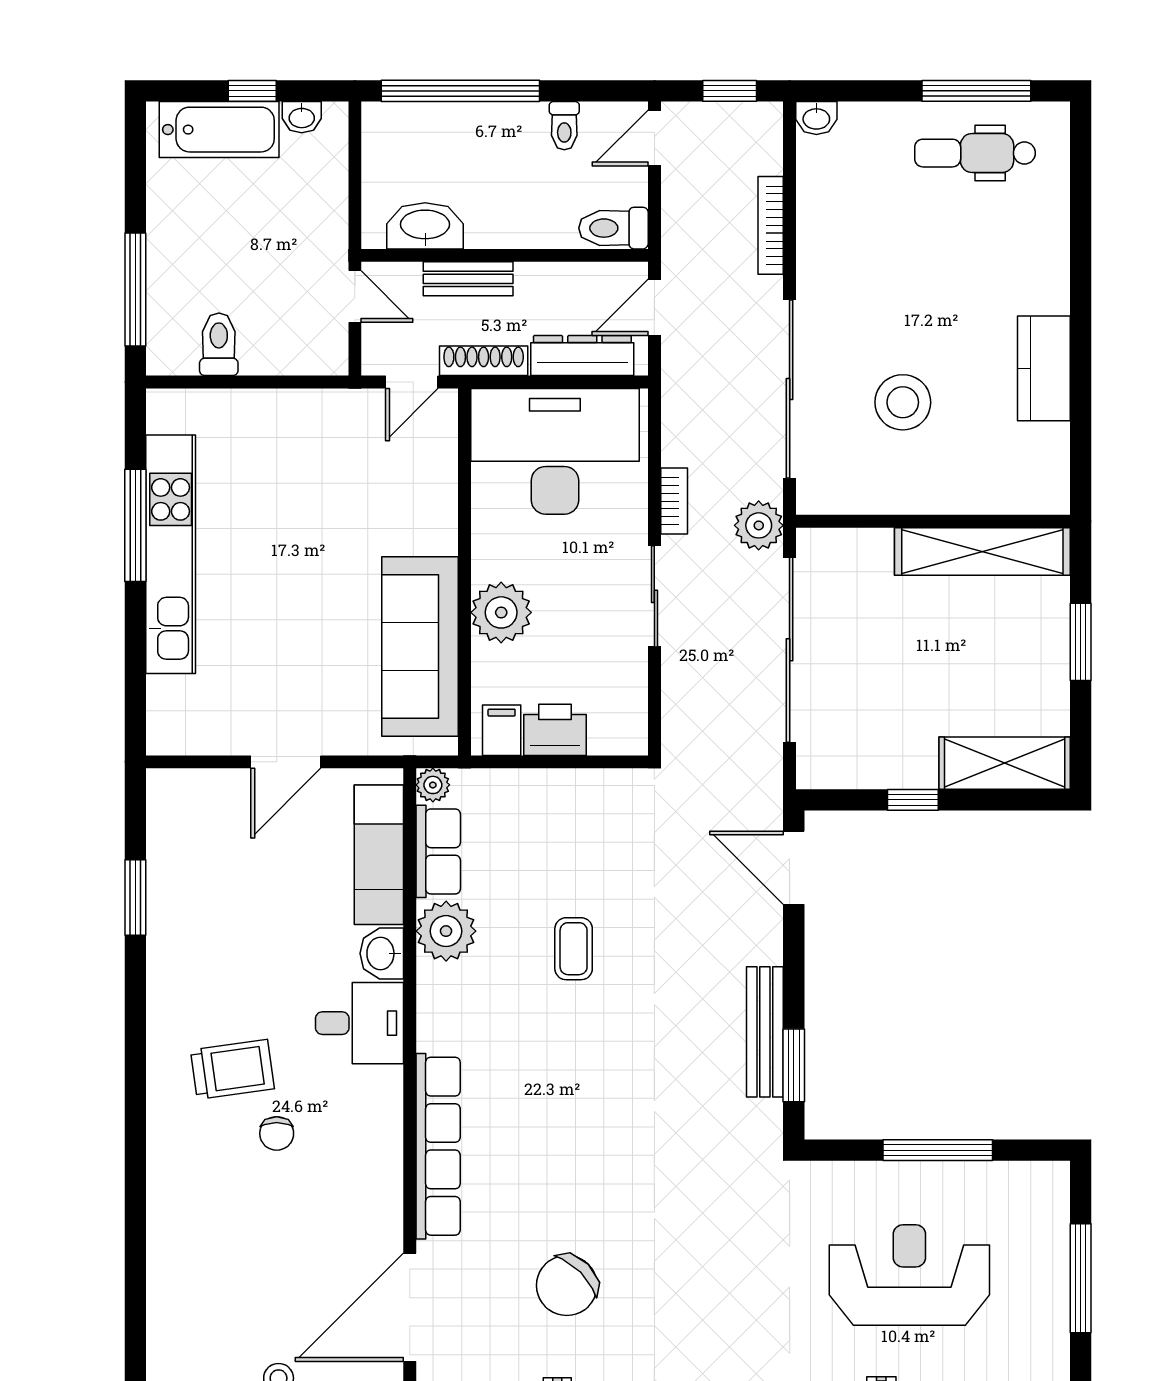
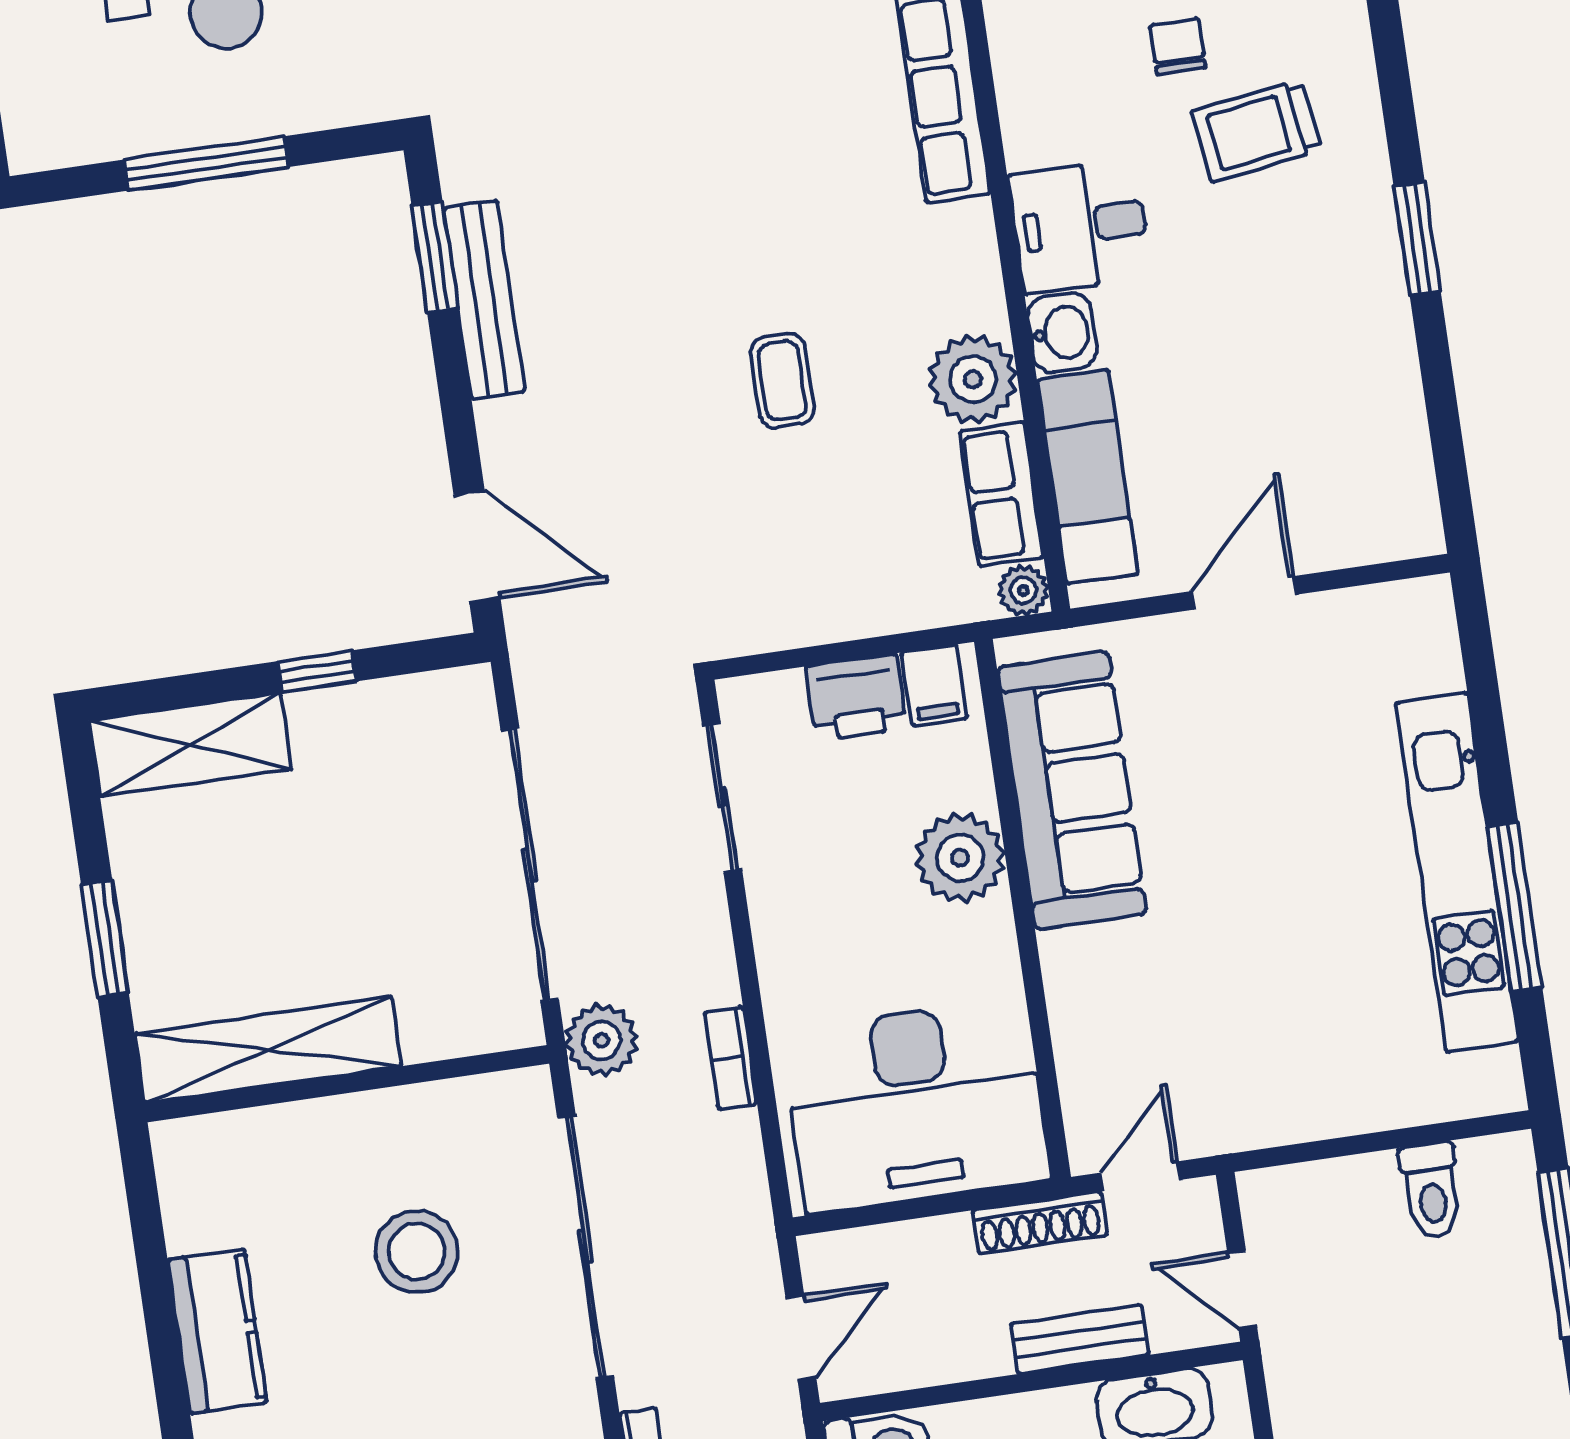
dresser: (582, 356) -> (896, 1251), removed
sliding door: (654, 596) -> (722, 798), moved
window: (135, 898) -> (1417, 239), moved

